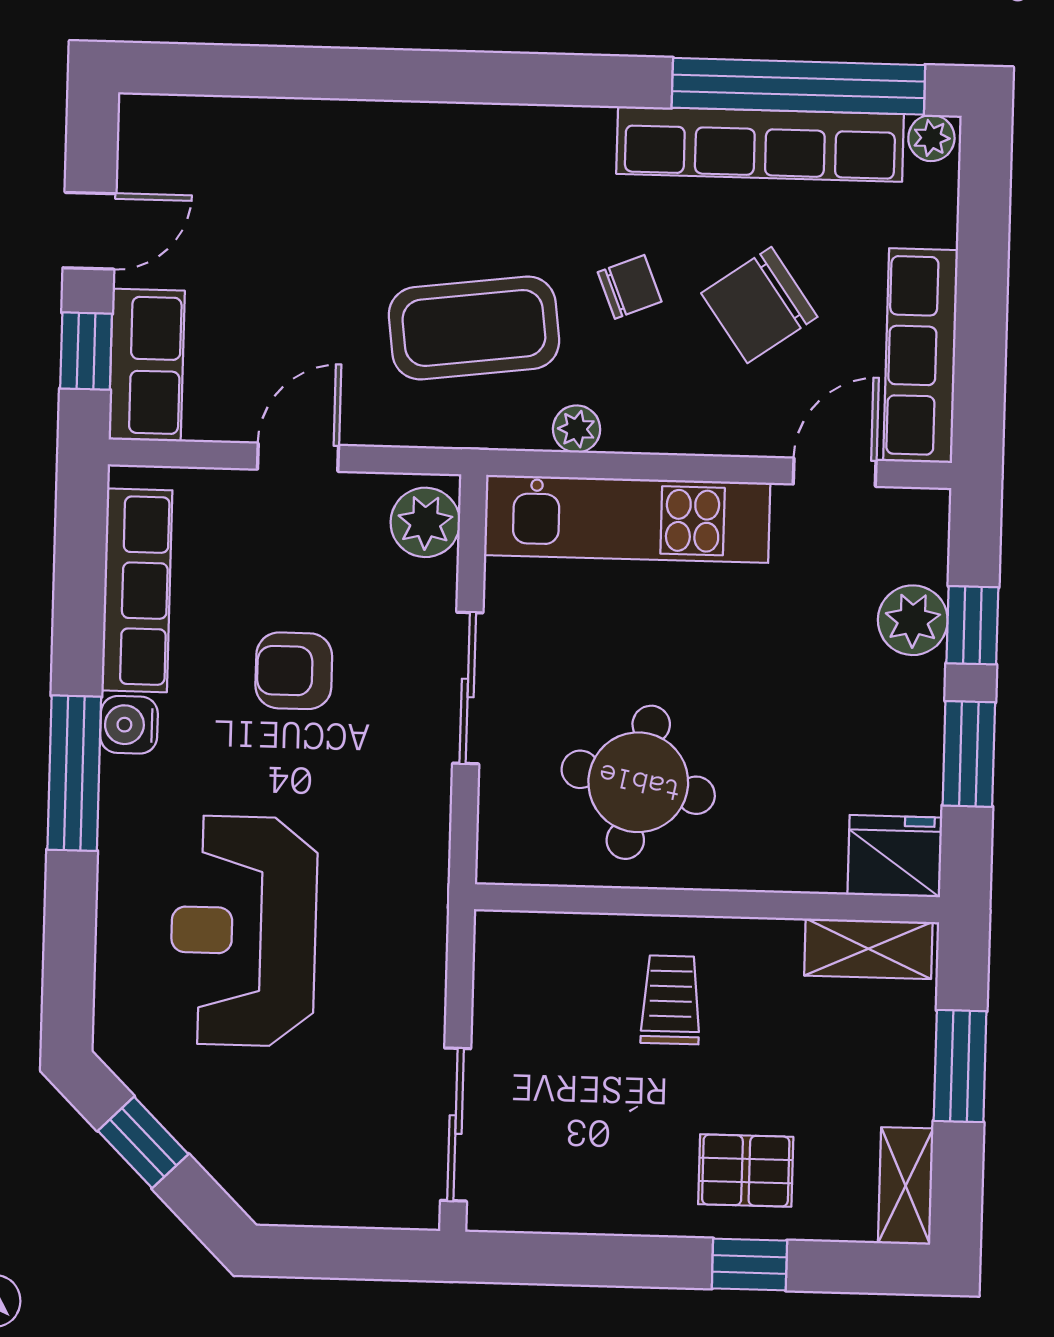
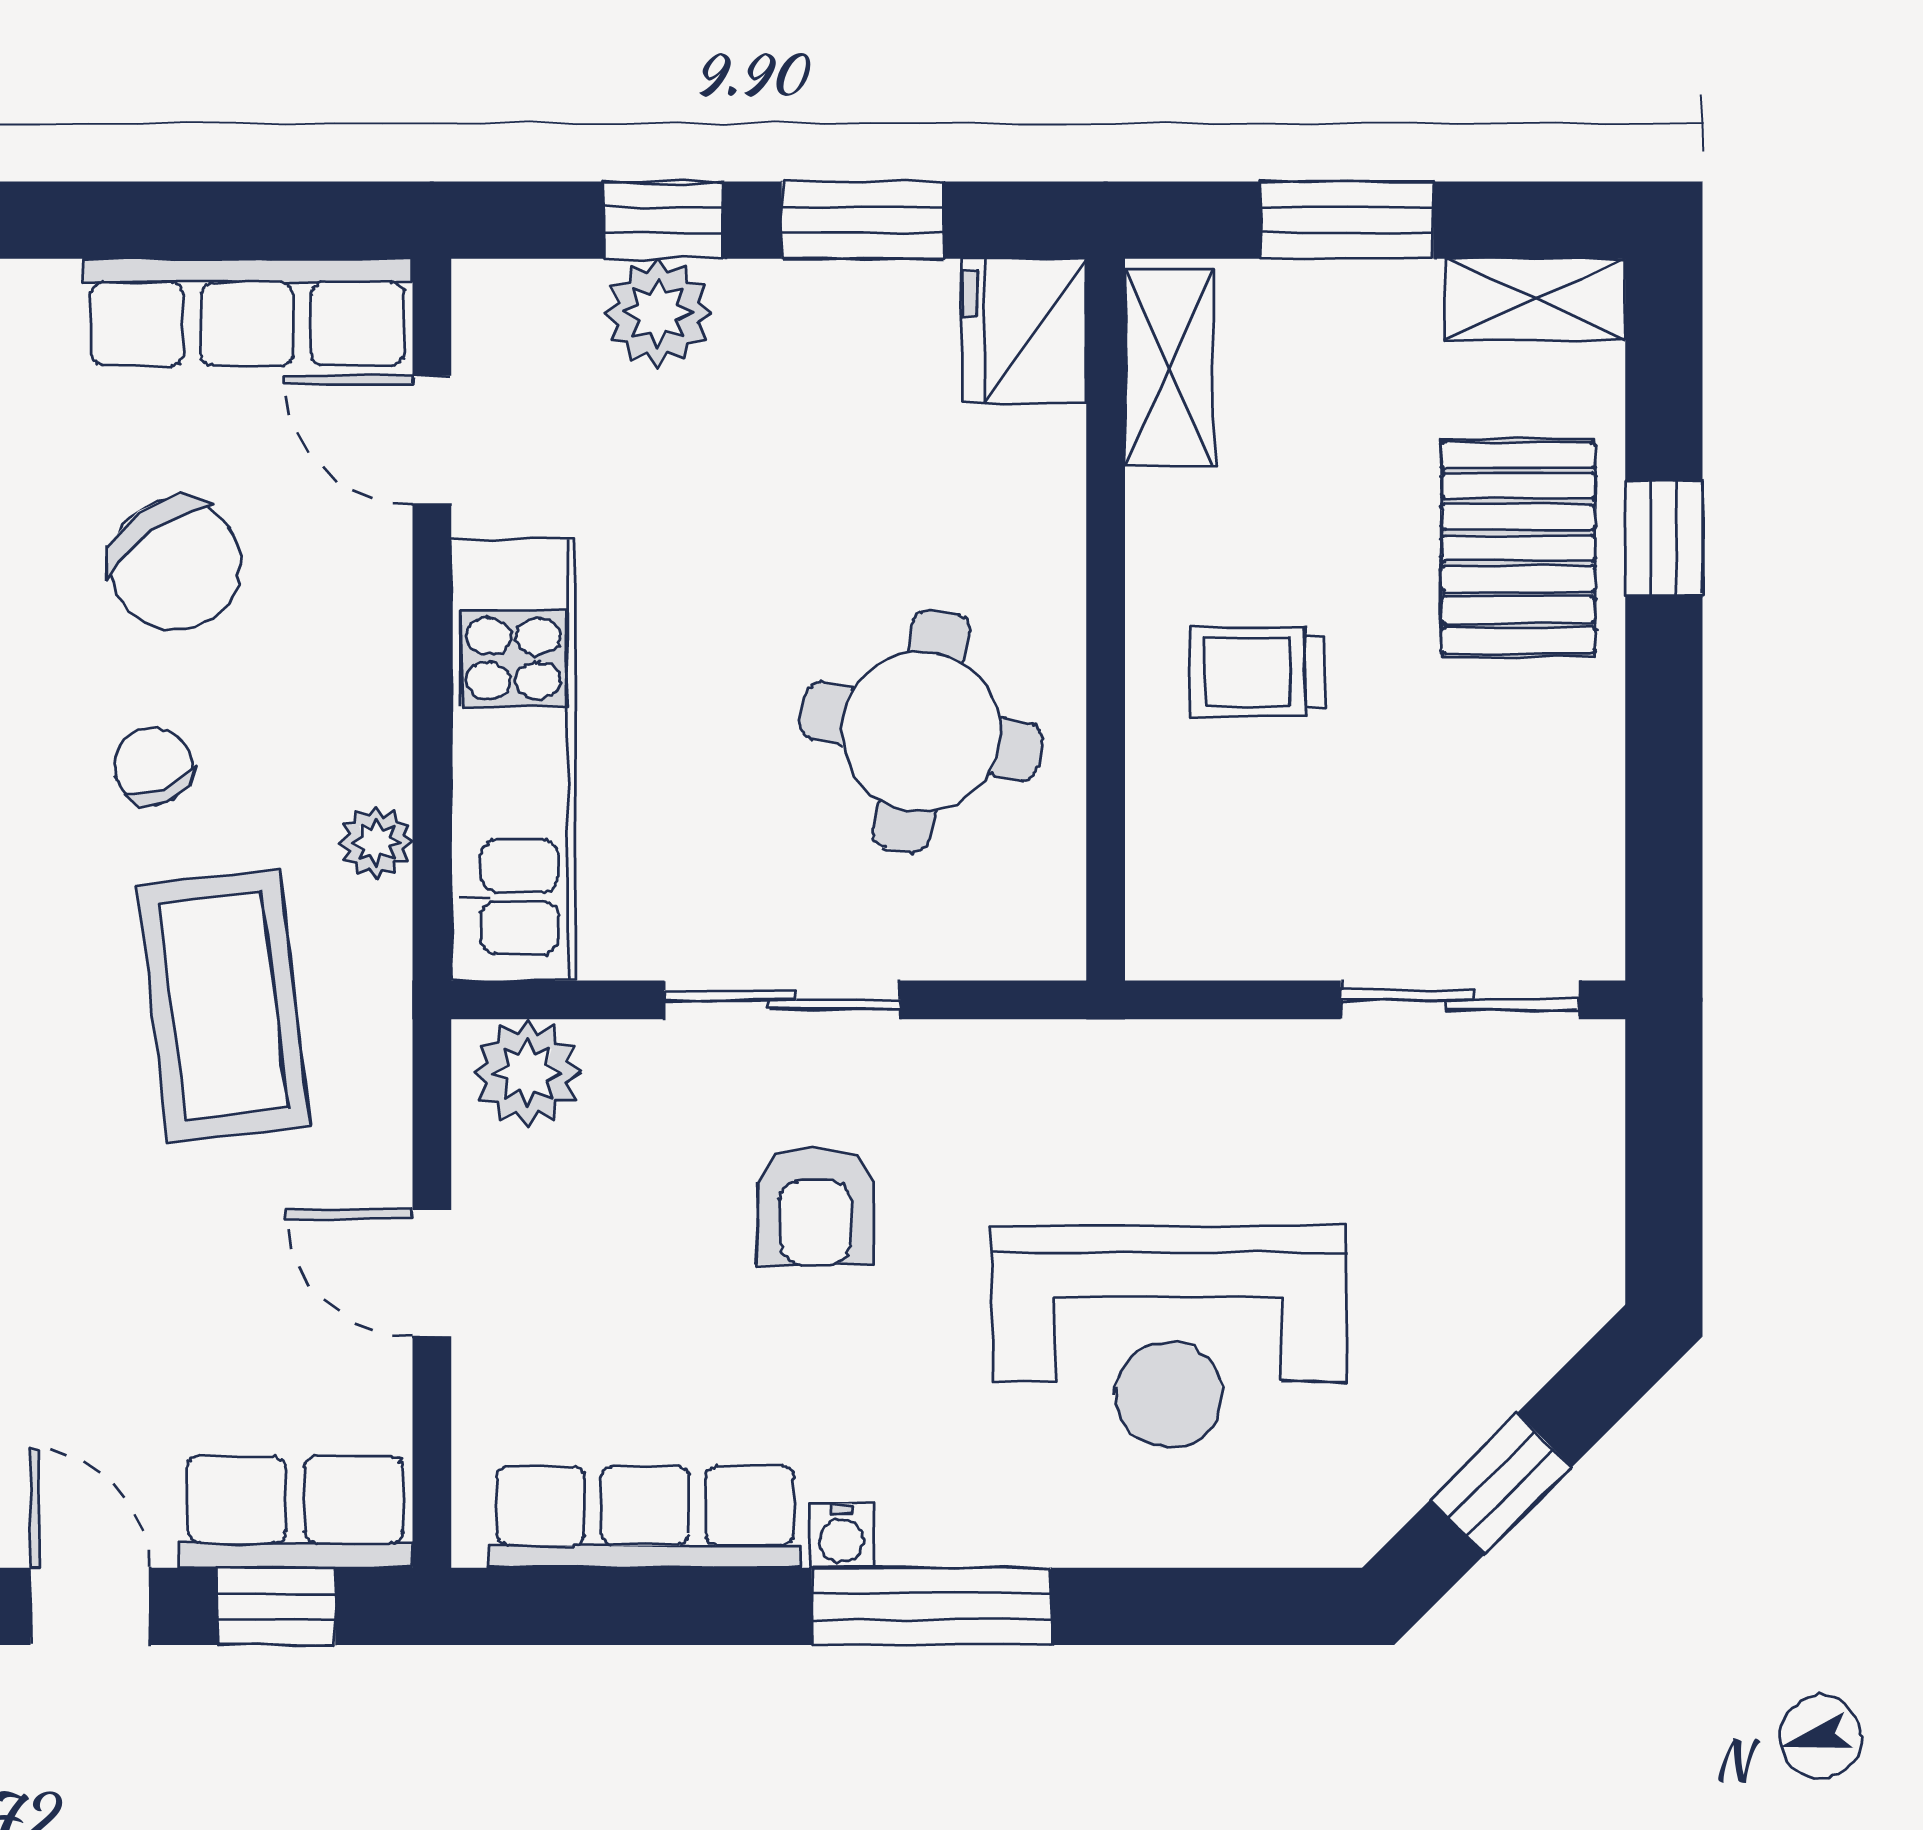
armchair: (294, 671) -> (815, 1206), moved
water cooler: (129, 725) -> (842, 1536), width x0.72, depth x0.72
pallet: (746, 1170) -> (1518, 548), width x1.50, depth x1.42

